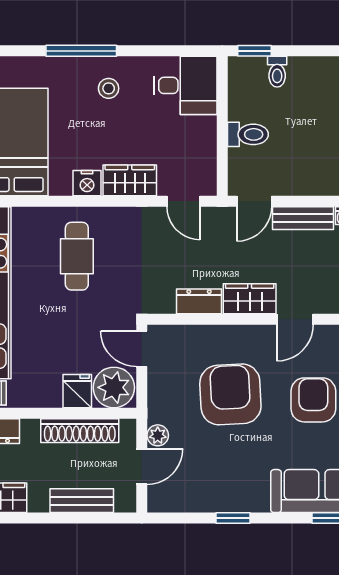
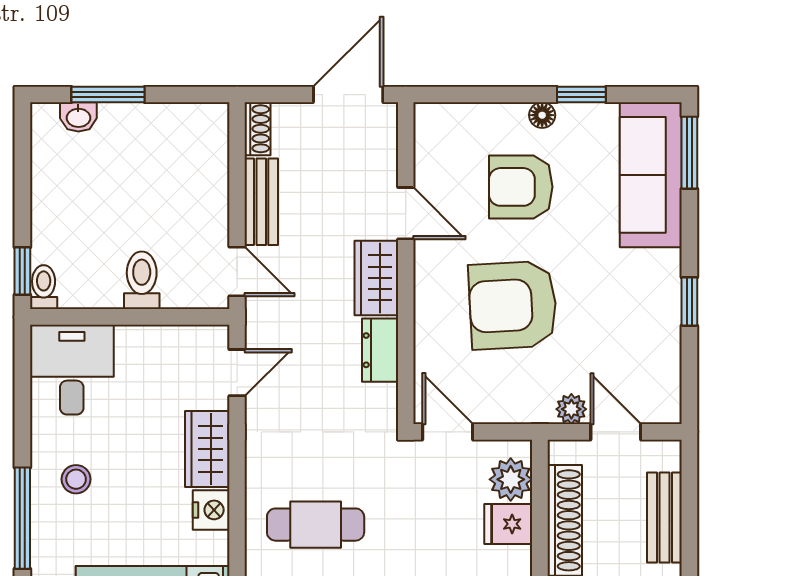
toilet: (277, 72) -> (44, 287), moved, turned -90
door: (142, 349) -> (448, 432), swing flipped
plant: (114, 387) -> (511, 479), width x0.73, depth x0.73

